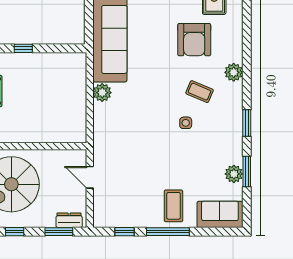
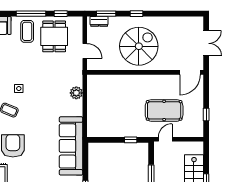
plant: (102, 93) -> (76, 93), moved
dining table: (134, 198) -> (54, 36), added

